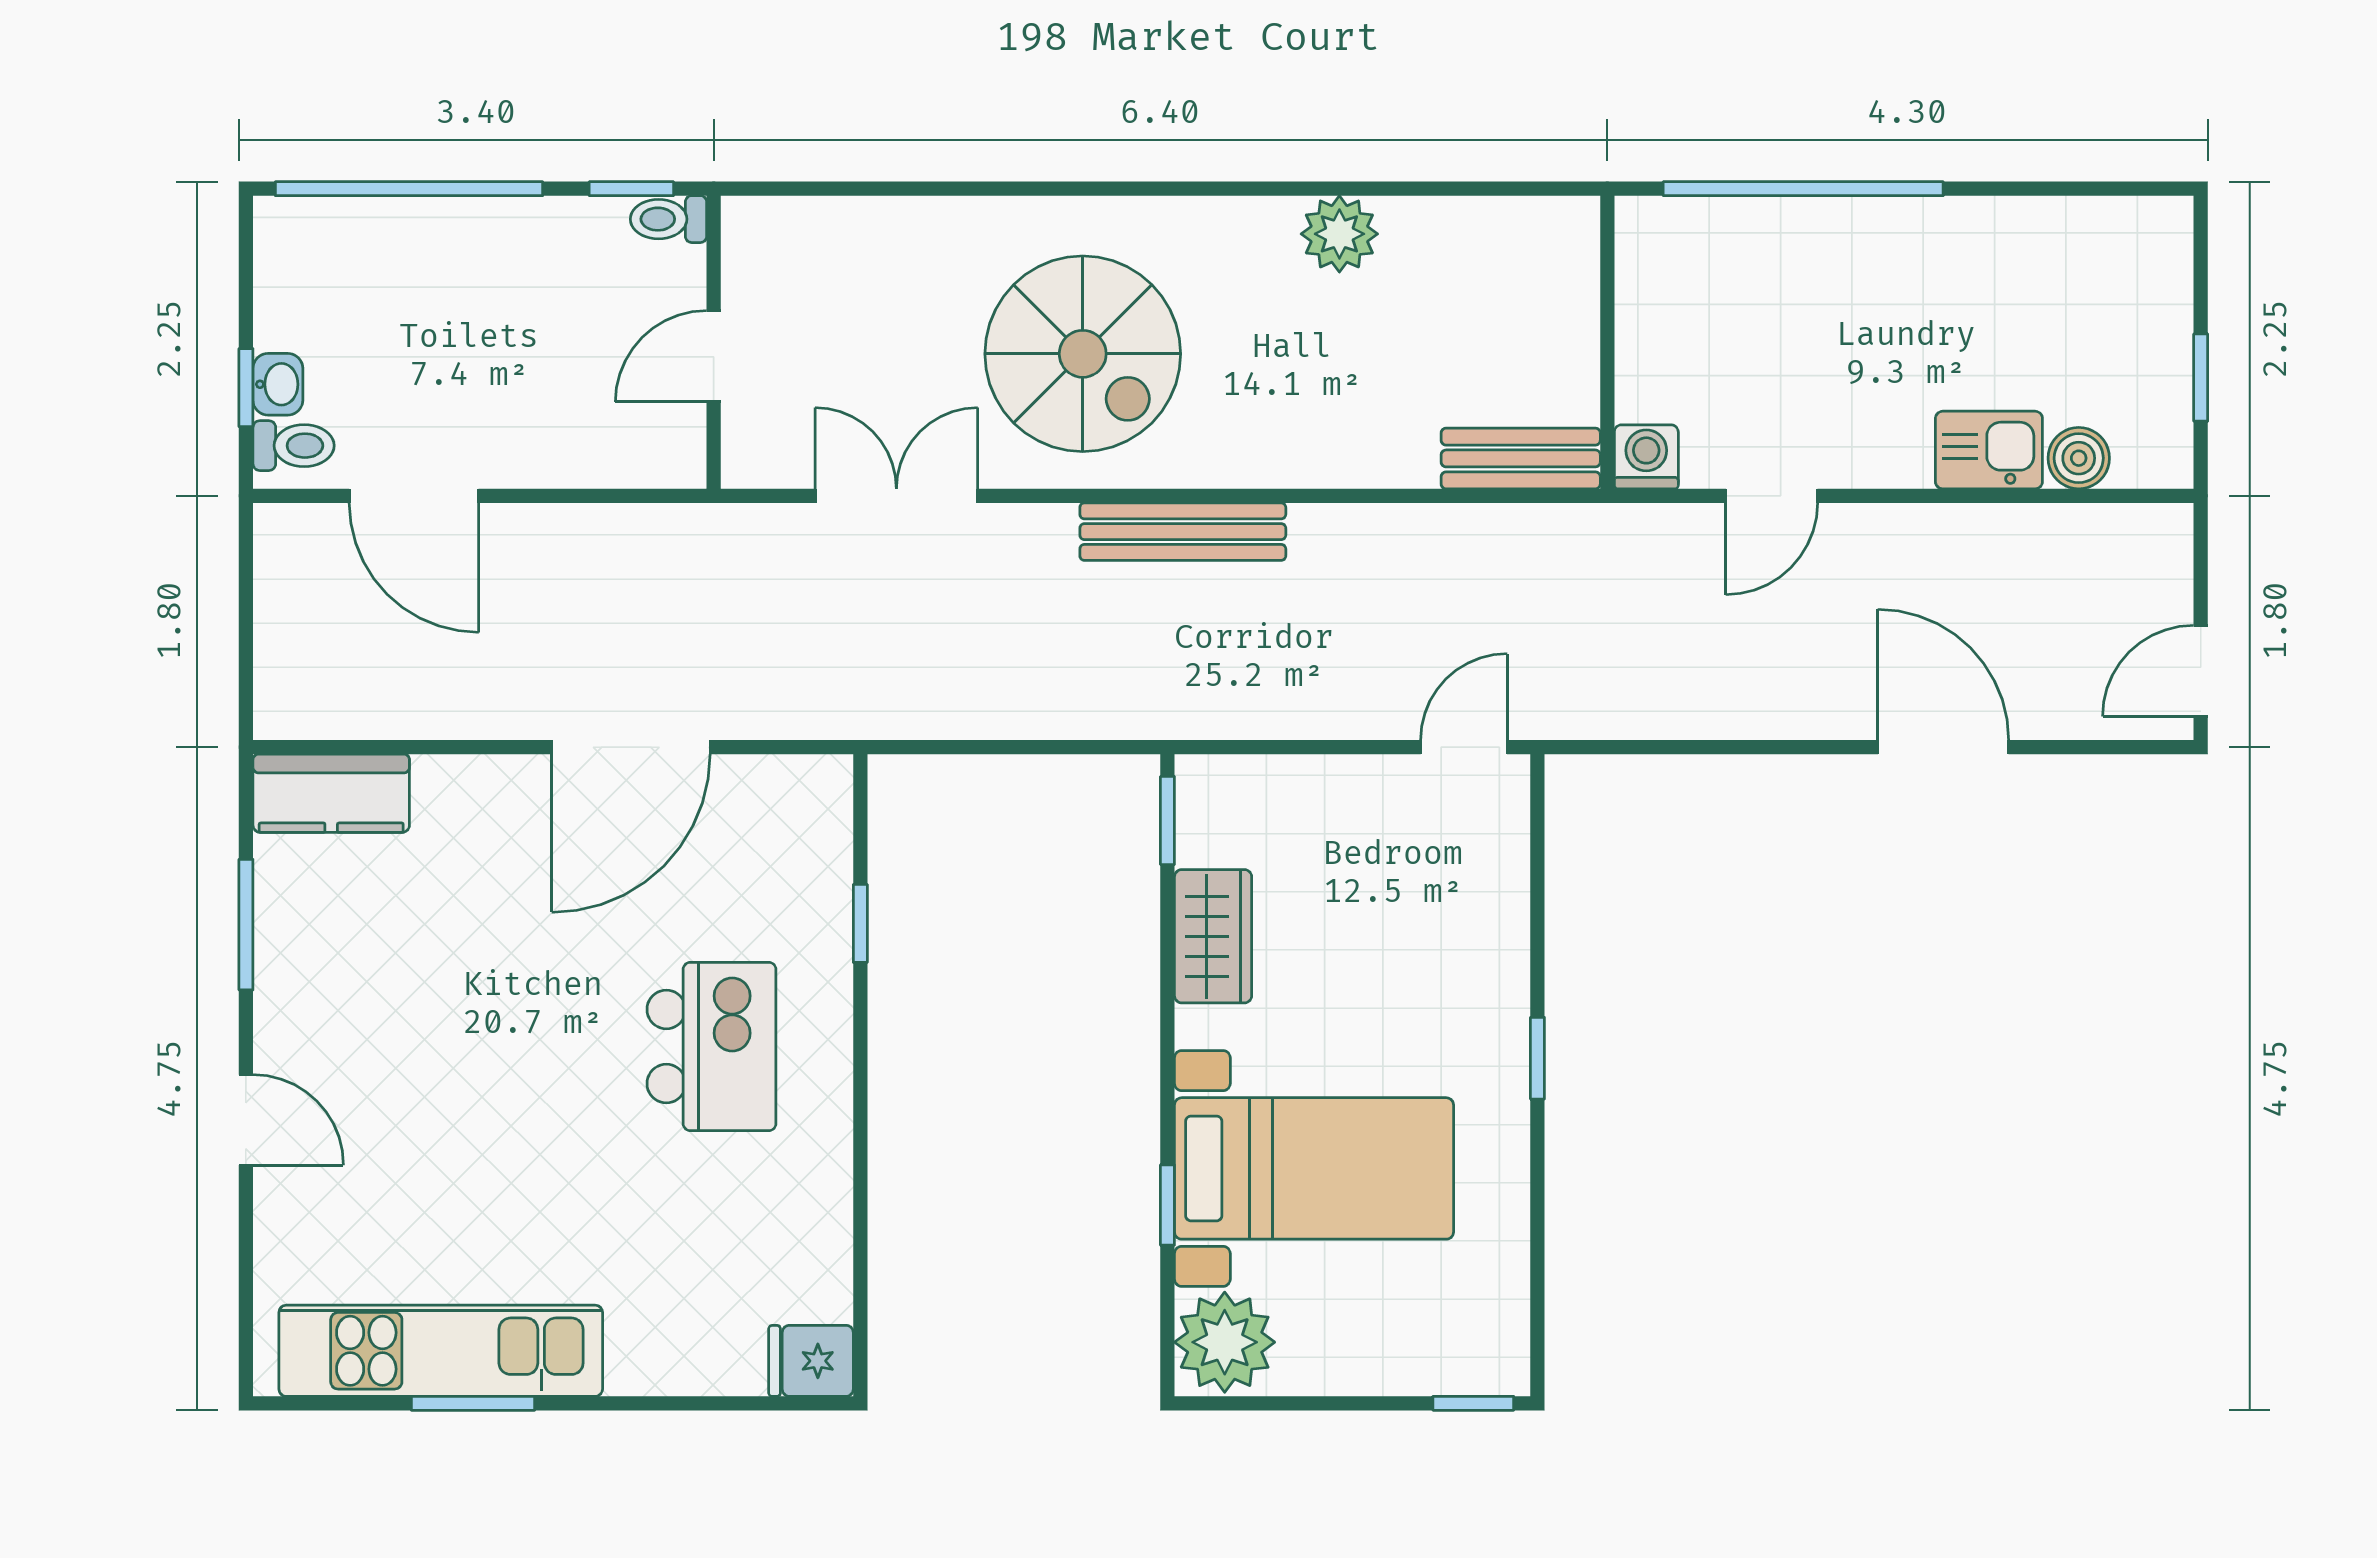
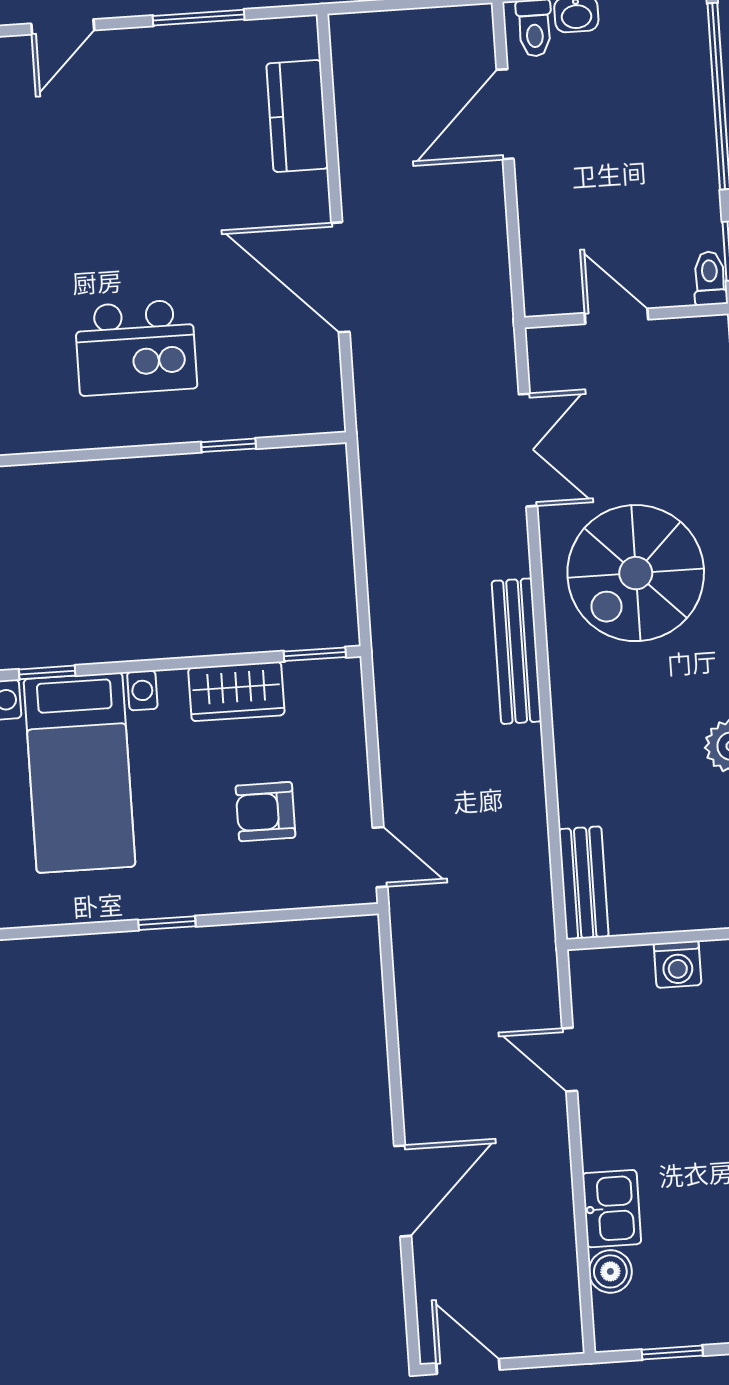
washing machine: (1646, 457) -> (678, 964), moved, turned 90
kitchen counter: (331, 793) -> (297, 116), moved
armchair: (1388, 906) -> (265, 812), added

